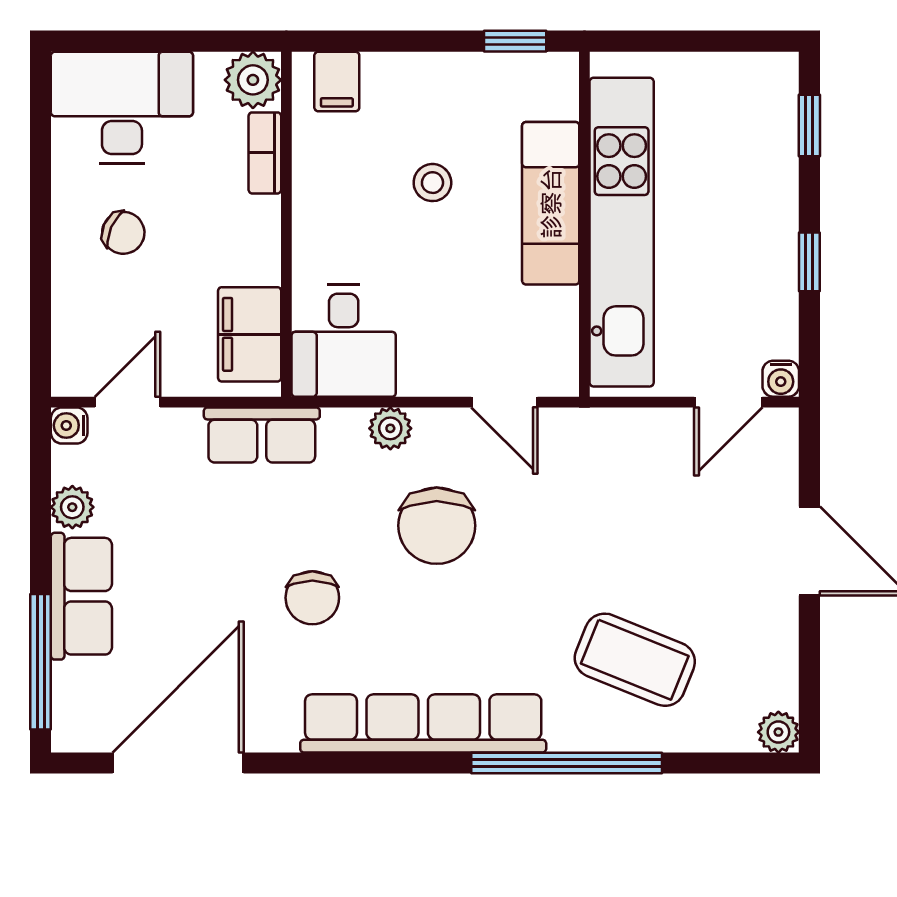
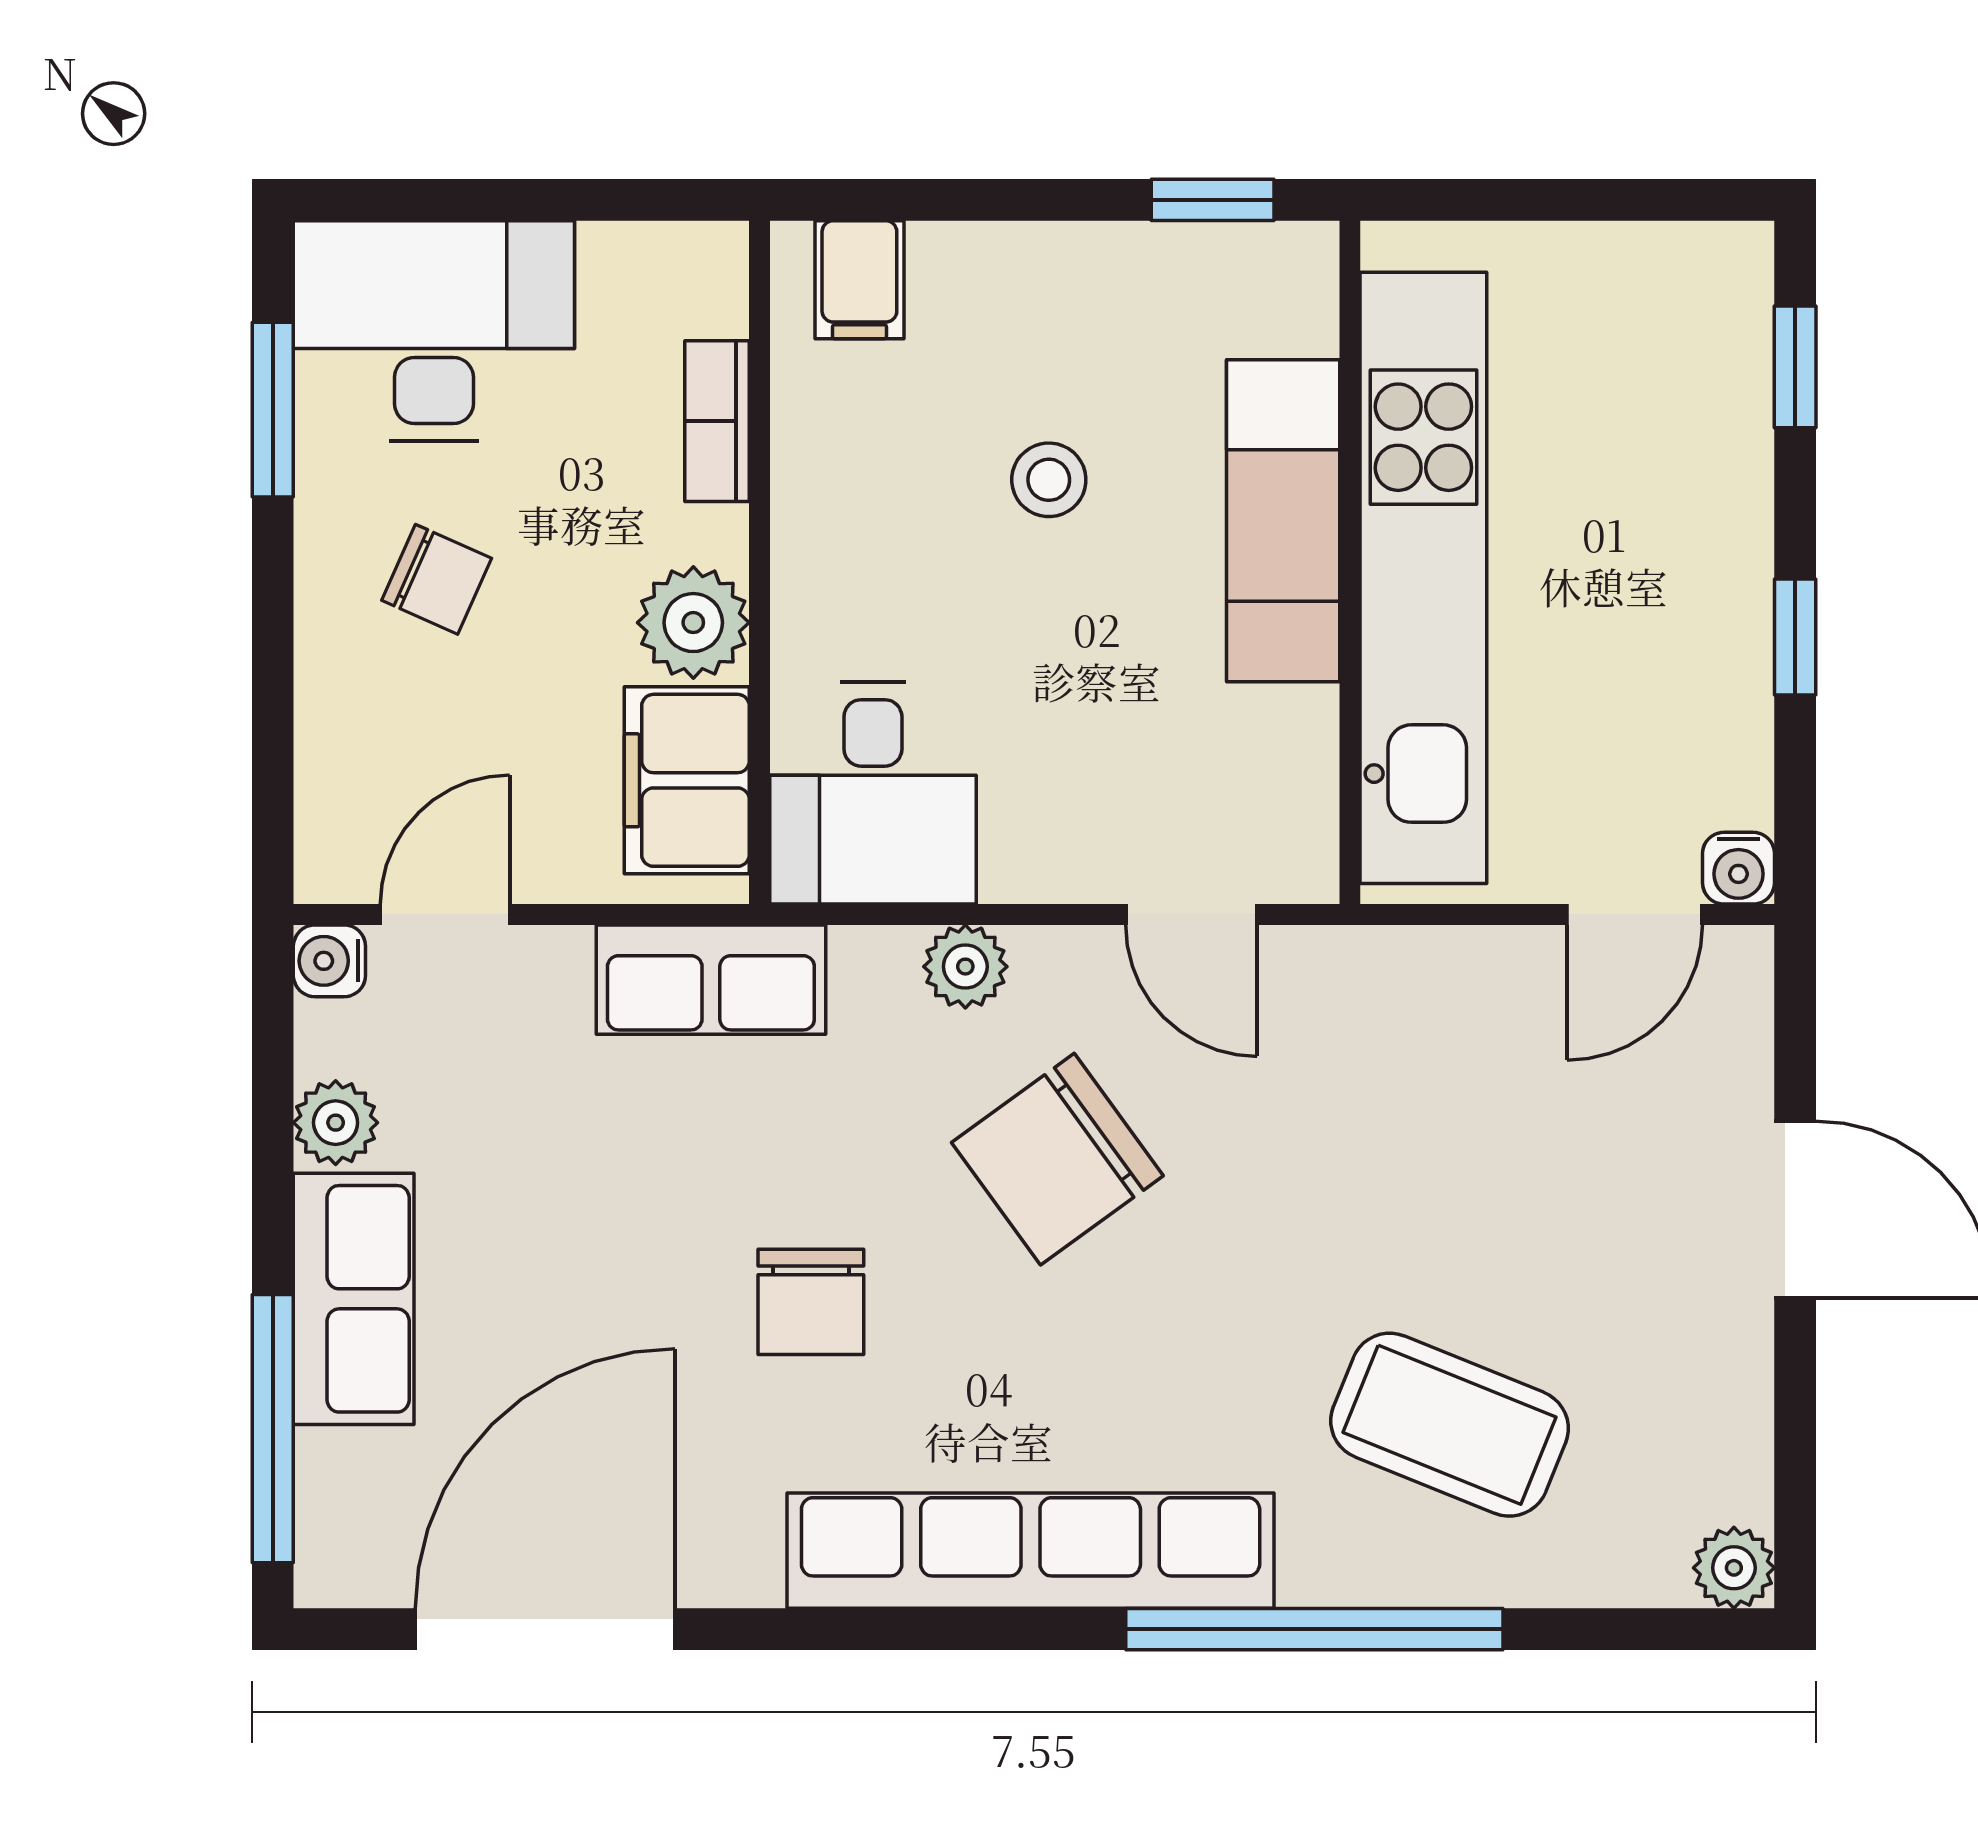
plant: (253, 80) -> (693, 623), moved
window: (41, 147) -> (273, 410), added
chair: (437, 526) -> (1057, 1159), turned 54

